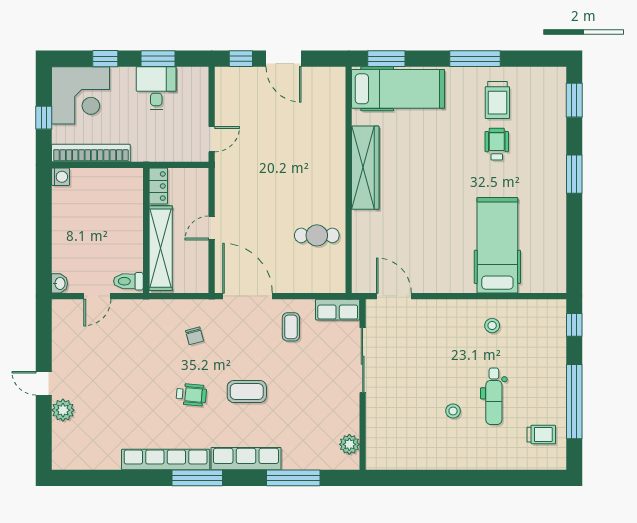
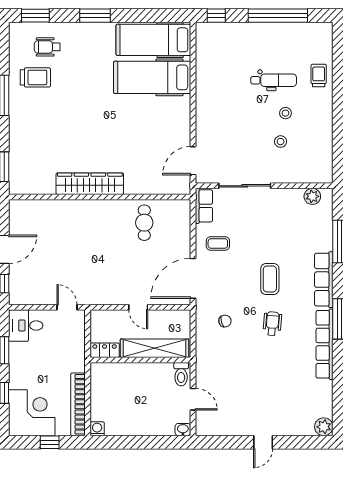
desk: (156, 88) -> (26, 326), moved
hospital bed: (398, 89) -> (153, 40), moved, turned -90
wheelchair: (497, 144) -> (47, 47), moved
stool: (492, 326) -> (281, 142), moved
plant: (63, 410) -> (324, 427), moved
trolley: (541, 435) -> (319, 76), moved

